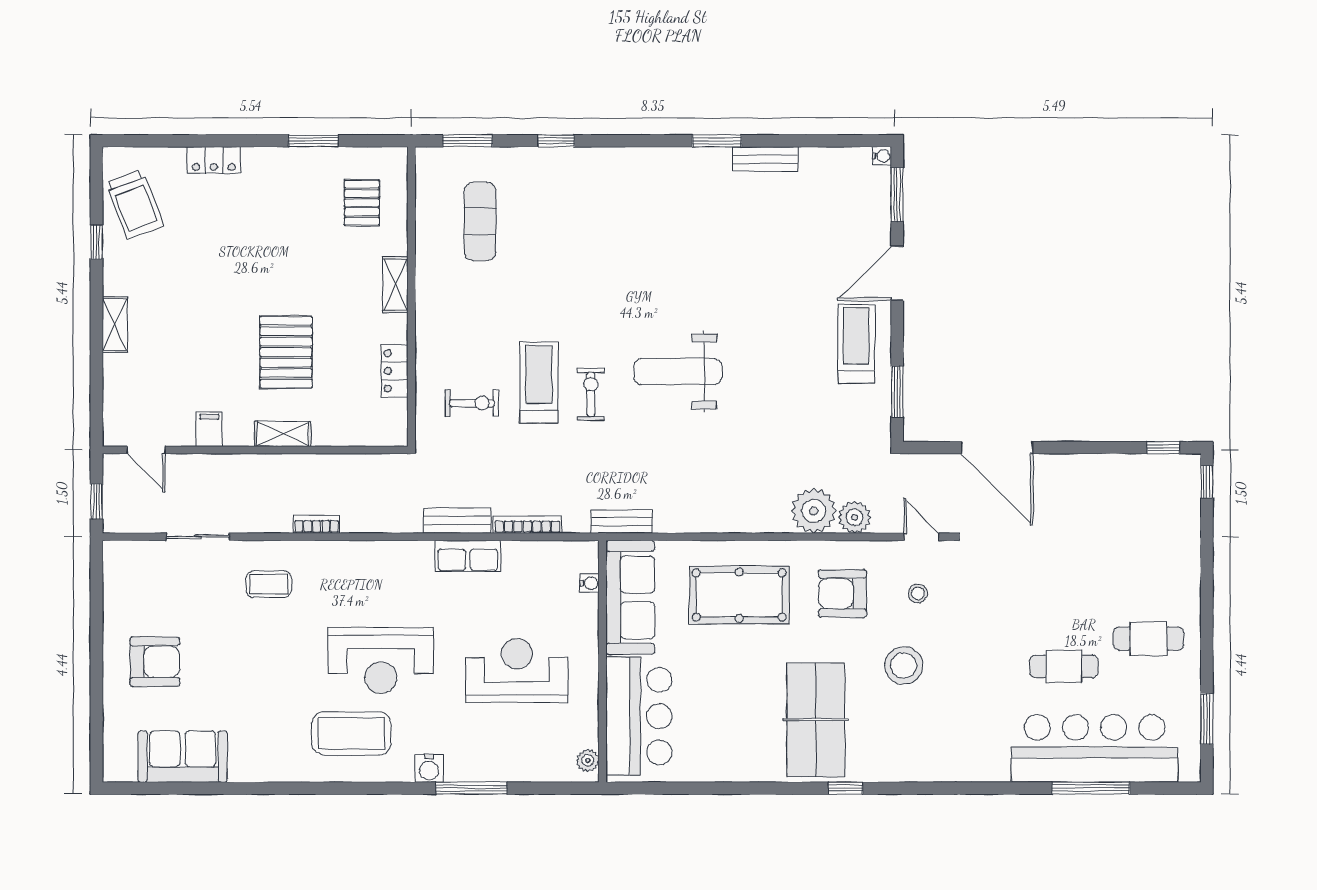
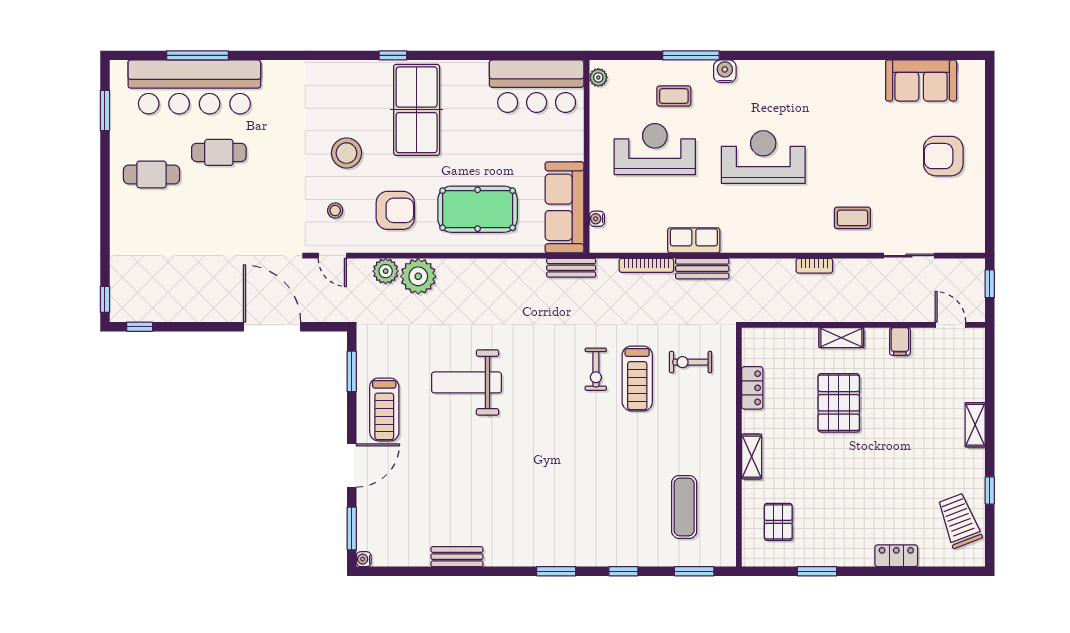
window: (717, 141) -> (556, 571), moved
weight bench: (678, 372) -> (467, 382), moved, turned 180
reception desk: (517, 670) -> (655, 149), turned 180
bar counter: (639, 716) -> (537, 86), moved, turned -90
coffee table: (351, 733) -> (674, 96), moved, width x0.54, depth x0.58

